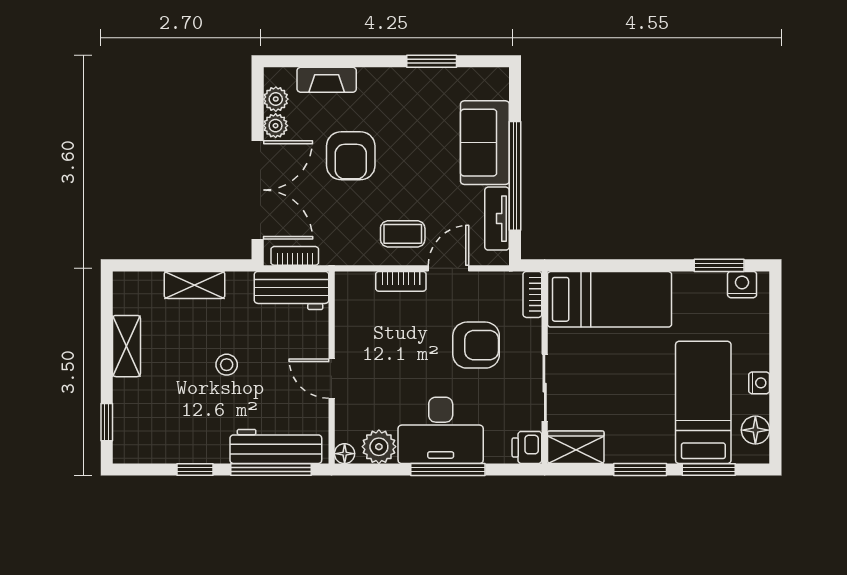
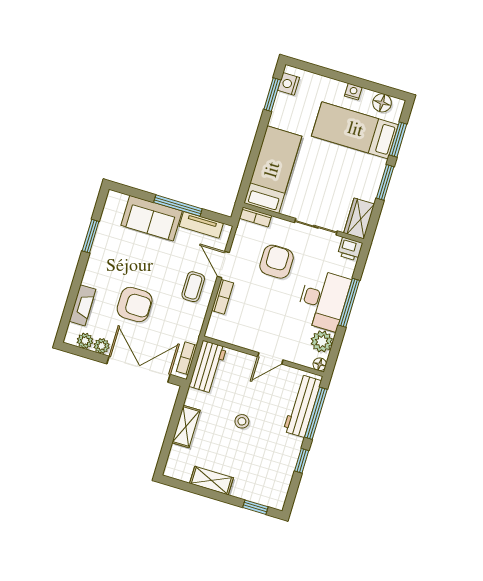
window: (515, 176) -> (178, 206), width x0.68

